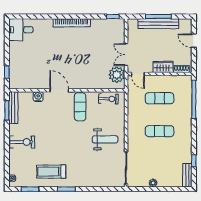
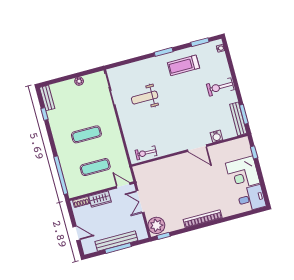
corner desk: (23, 55) -> (243, 173), added
double door: (126, 55) -> (140, 202), swing flipped
plant: (117, 75) -> (156, 225), moved
exercise mat: (80, 107) -> (172, 137), removed
weight bench: (105, 139) -> (145, 98), moved
treadmill: (51, 172) -> (183, 65), turned 180

